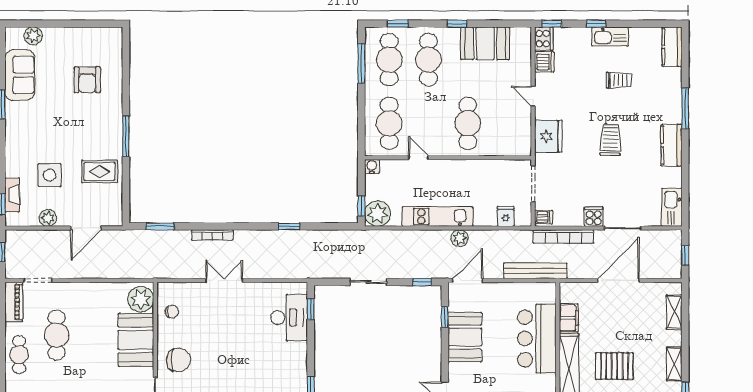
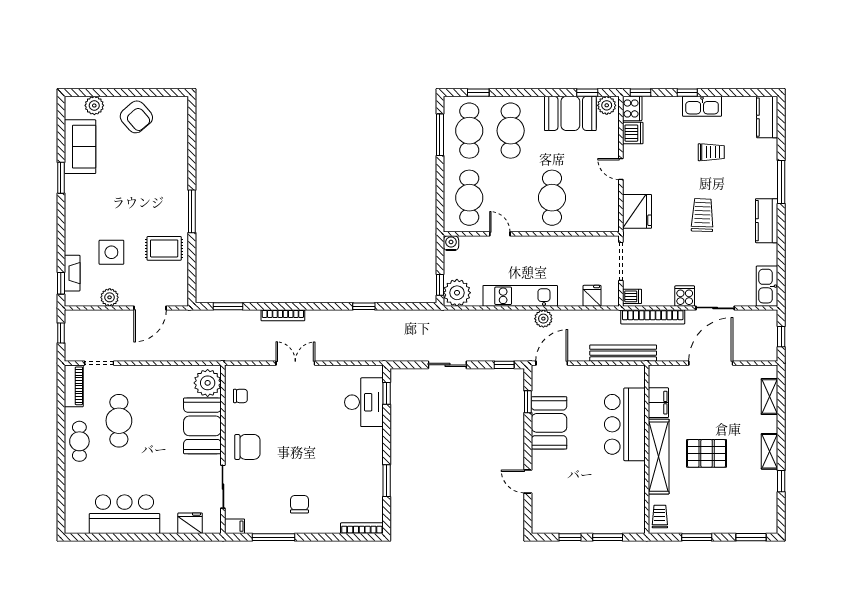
window: (457, 24) -> (587, 93), moved
plant: (520, 36) -> (607, 105), added
armchair: (87, 80) -> (136, 117), moved, turned -41

